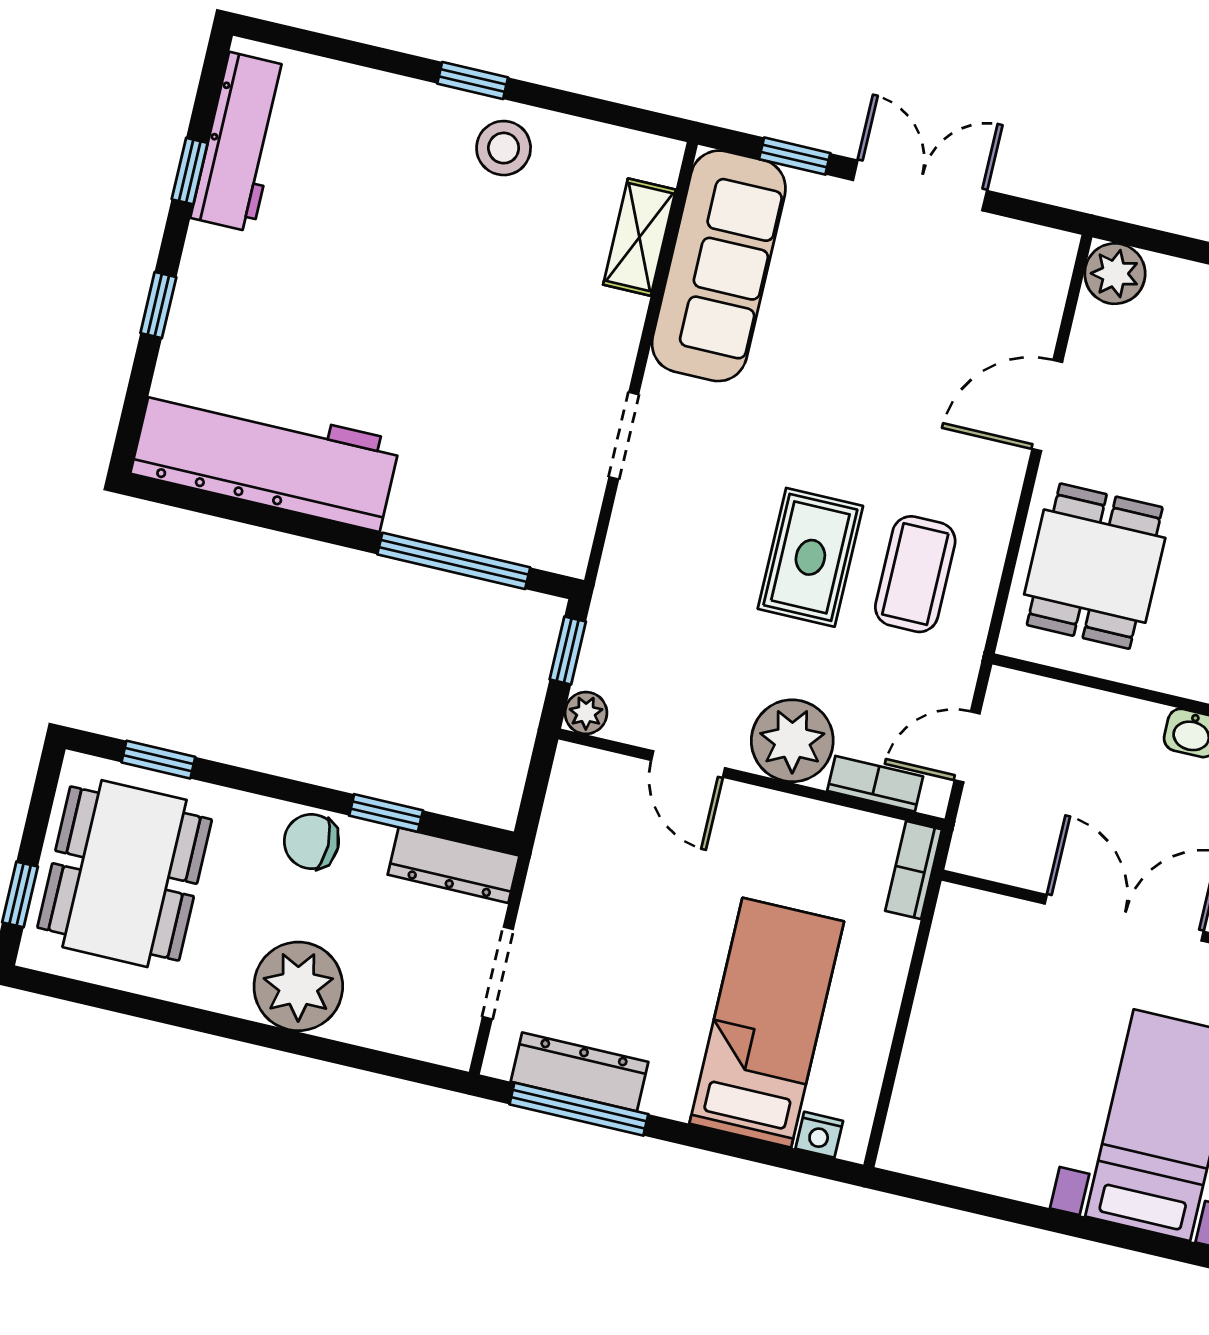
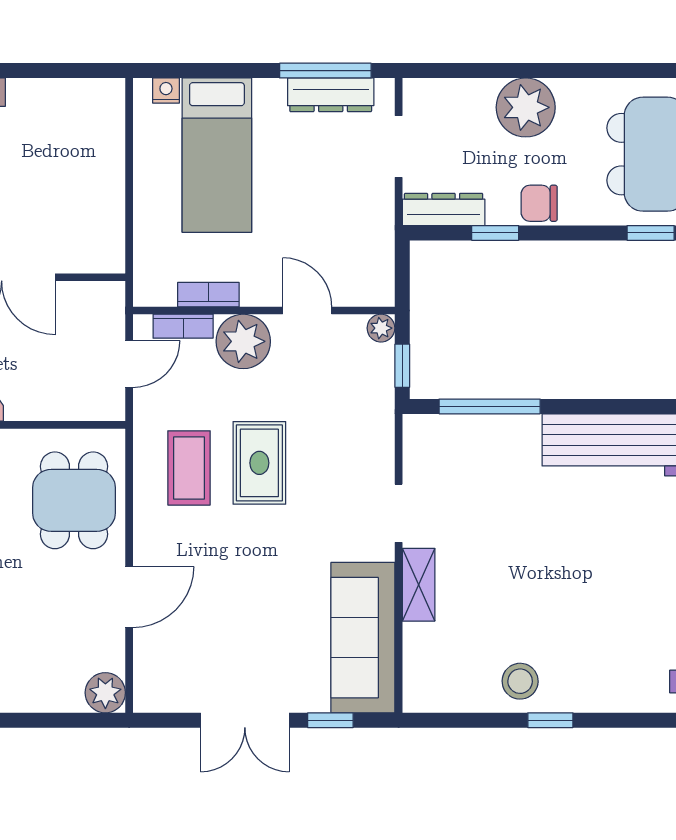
shelving: (639, 237) -> (419, 585), moved
chair: (311, 841) -> (539, 203), turned 180
bookcase: (914, 870) -> (208, 295), moved, turned -90

